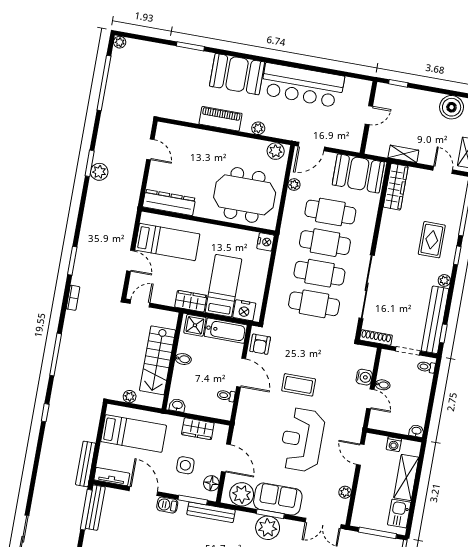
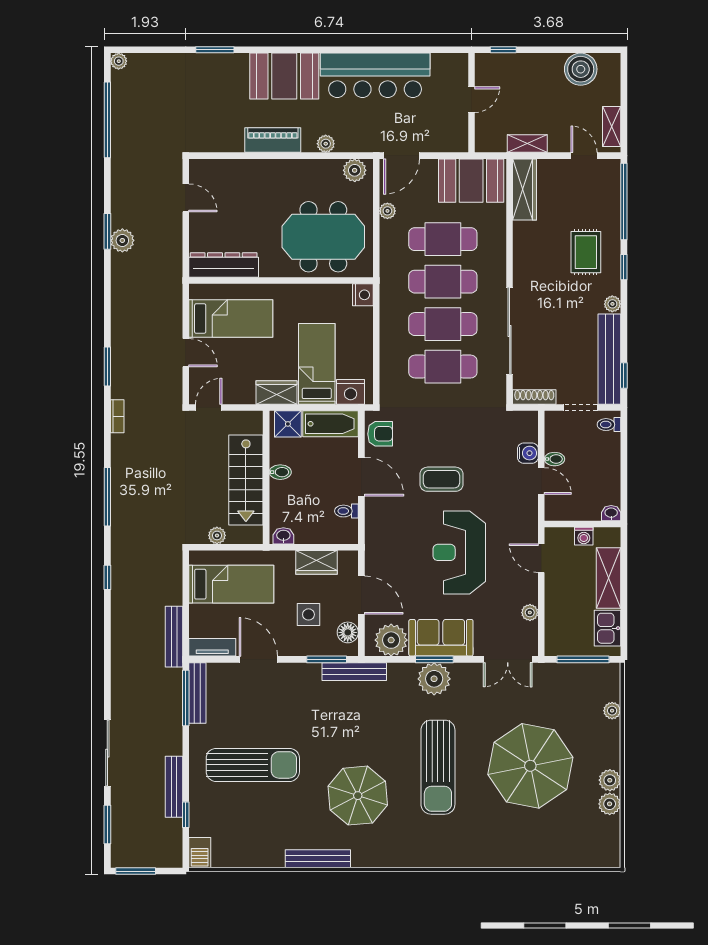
armchair: (260, 344) -> (380, 434), turned -90
barbecue: (167, 505) -> (294, 672), removed

